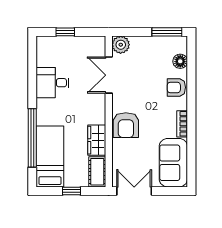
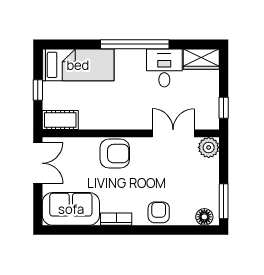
window: (65, 32) -> (224, 108), moved
floor lamp: (180, 61) -> (204, 217), moved
armchair: (126, 125) -> (115, 154), turned 180
window: (32, 138) -> (135, 44), moved
wardrobe: (97, 140) -> (201, 59), moved, turned 180

